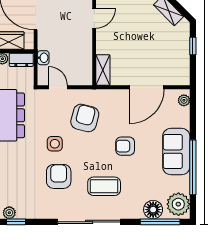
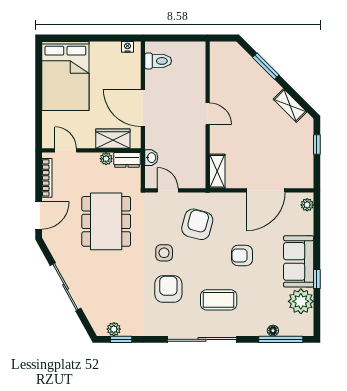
door: (94, 18) -> (208, 114), hinge flipped
window: (193, 167) -> (317, 279), width x0.32
plant: (178, 204) -> (301, 301), moved
floor lamp: (153, 210) -> (273, 331), width x0.53, depth x0.53

